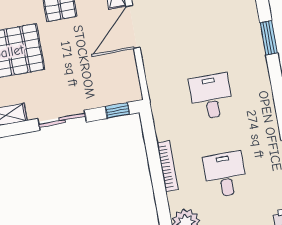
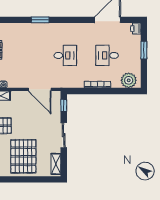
door: (133, 27) -> (40, 89), moved
desk: (211, 96) -> (65, 55), turned 180

